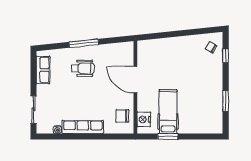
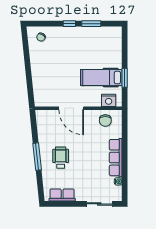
window: (226, 56) -> (69, 24), moved
door: (135, 80) -> (71, 108), hinge flipped

